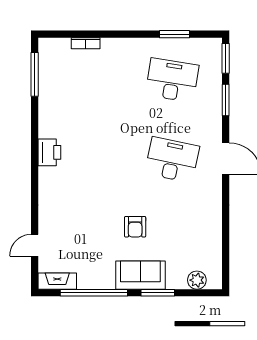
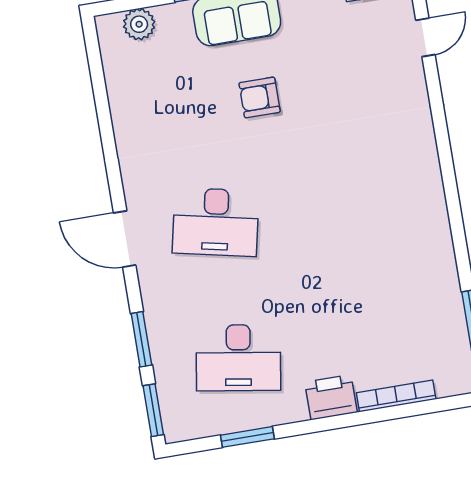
bookcase: (86, 43) -> (396, 396), width x1.56
printer: (49, 152) -> (331, 397), moved, turned 90
armchair: (135, 227) -> (260, 97), turned -90

